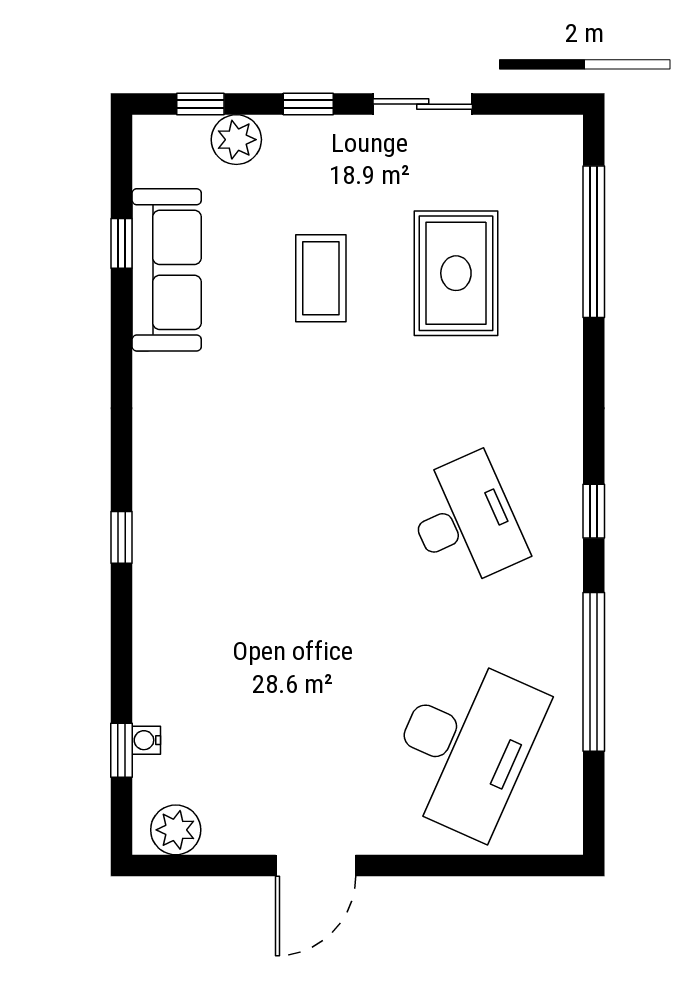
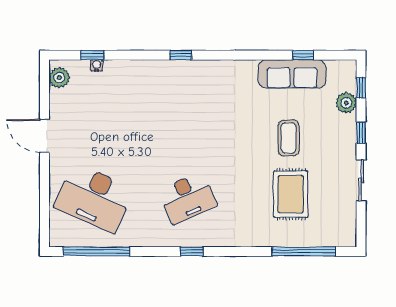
rug: (456, 273) -> (291, 194), turned 90
coffee table: (321, 278) -> (289, 138), turned 90
window: (594, 672) -> (97, 251), moved

